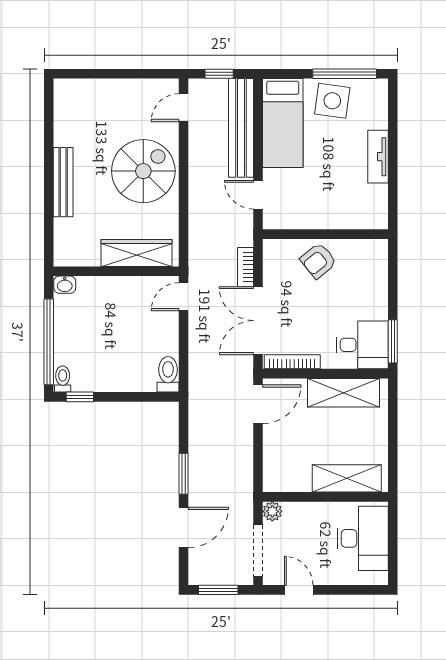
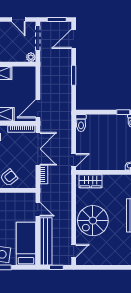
wardrobe: (136, 253) -> (90, 181), width x0.67
door: (184, 527) -> (74, 39), moved

